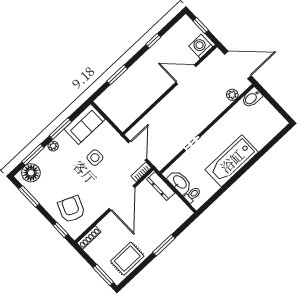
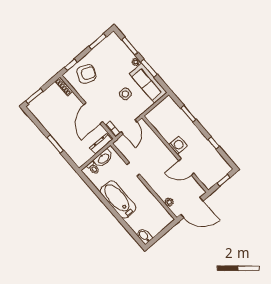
washing machine: (201, 46) -> (178, 145), moved
door: (238, 65) -> (192, 208), hinge flipped
door: (186, 74) -> (186, 167), swing flipped
bidet: (252, 98) -> (144, 236), moved
sofa: (85, 124) -> (148, 83), width x1.36
door: (137, 151) -> (129, 127), hinge flipped
floor lamp: (31, 173) -> (116, 44), removed
door: (122, 198) -> (93, 113), hinge flipped
rug: (127, 259) -> (46, 115), removed

